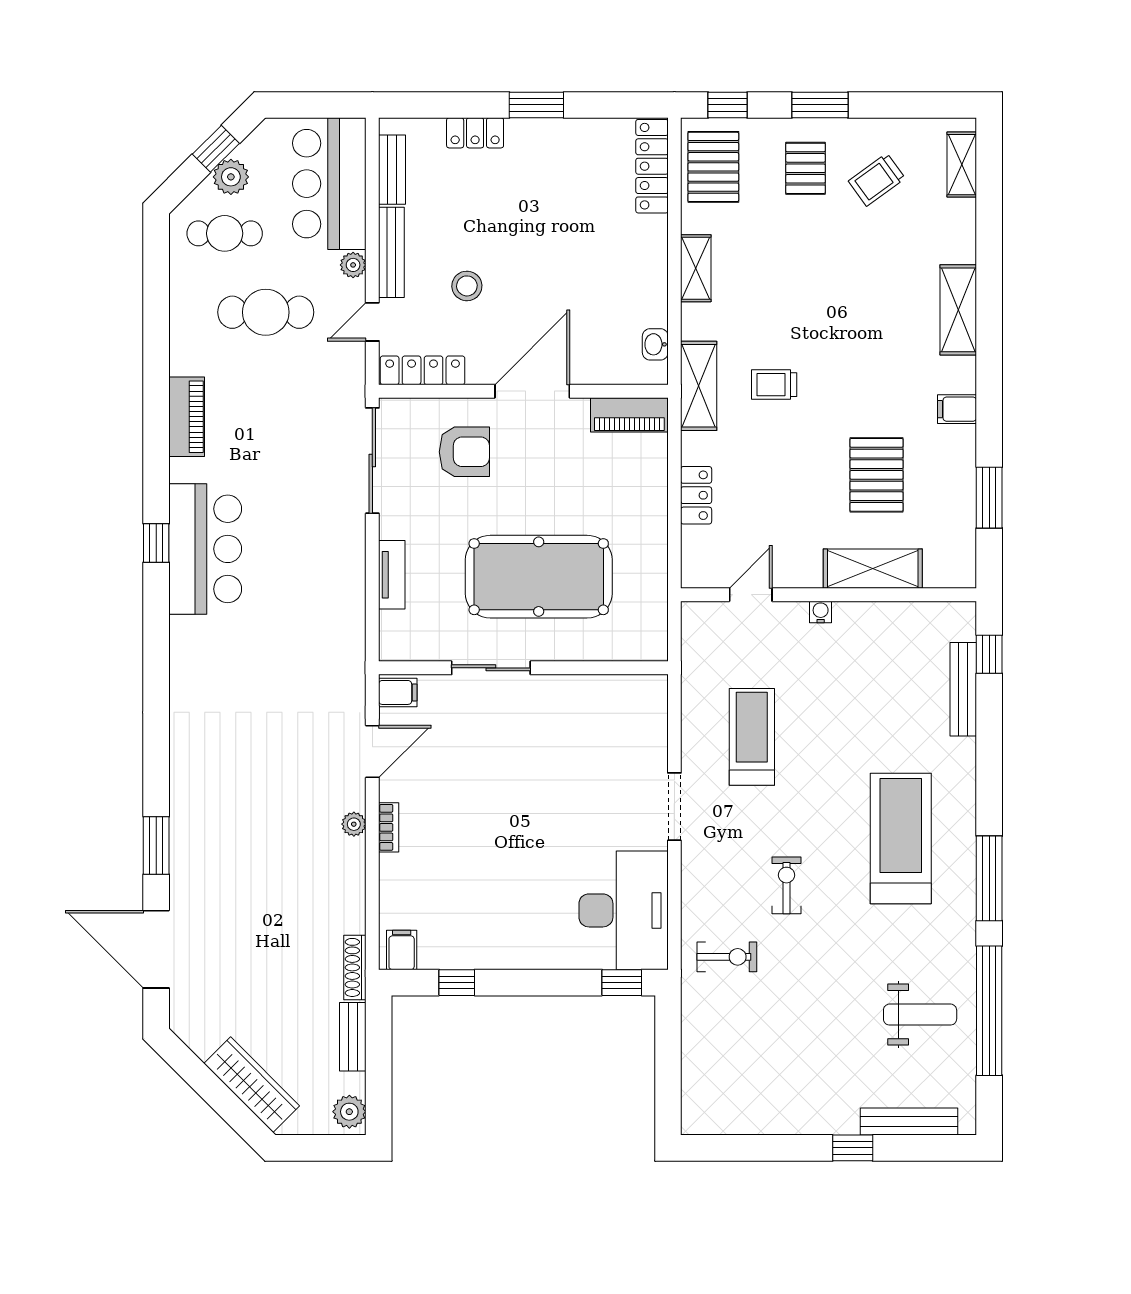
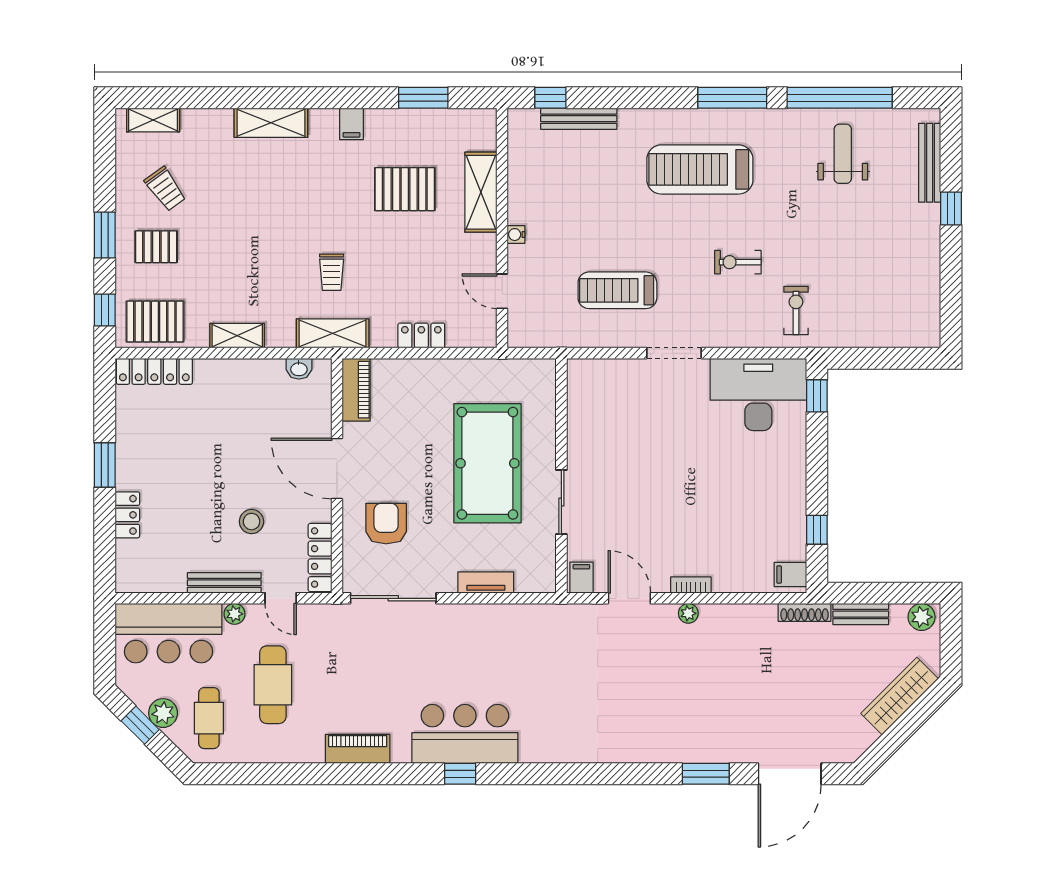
bench: (392, 170) -> (157, 582), removed

